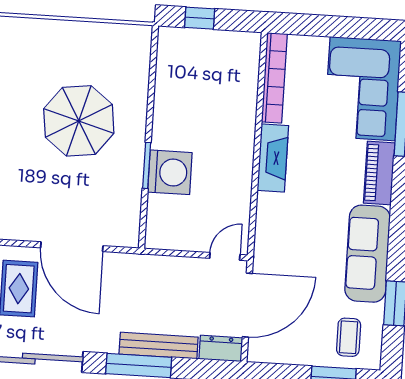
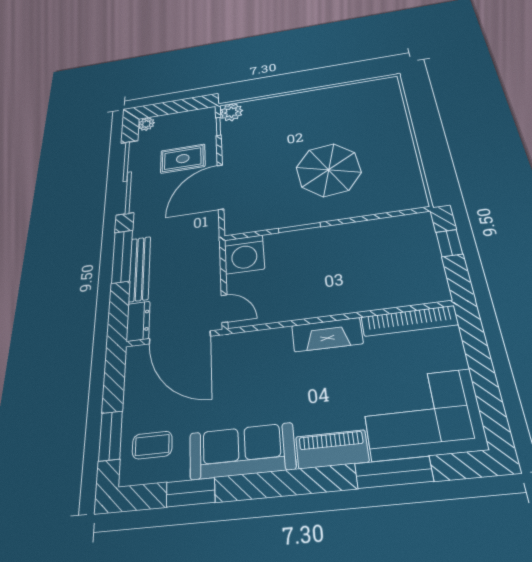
washing machine: (170, 172) -> (244, 254), moved

